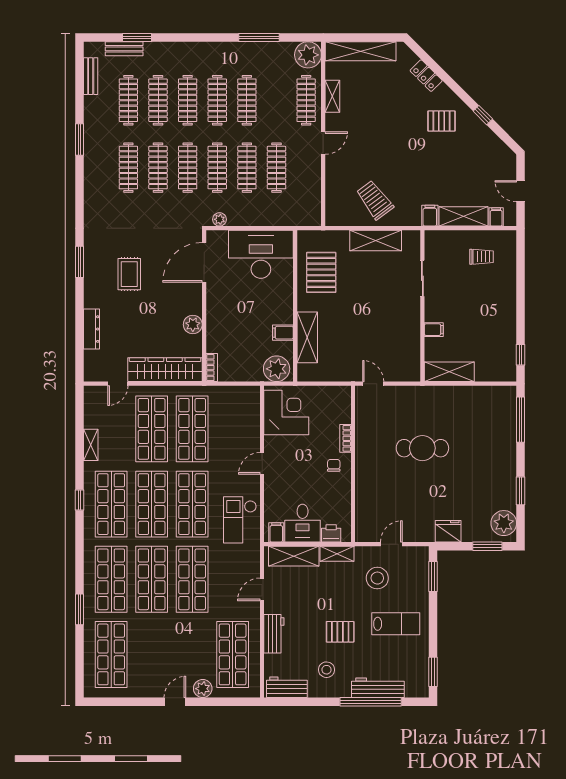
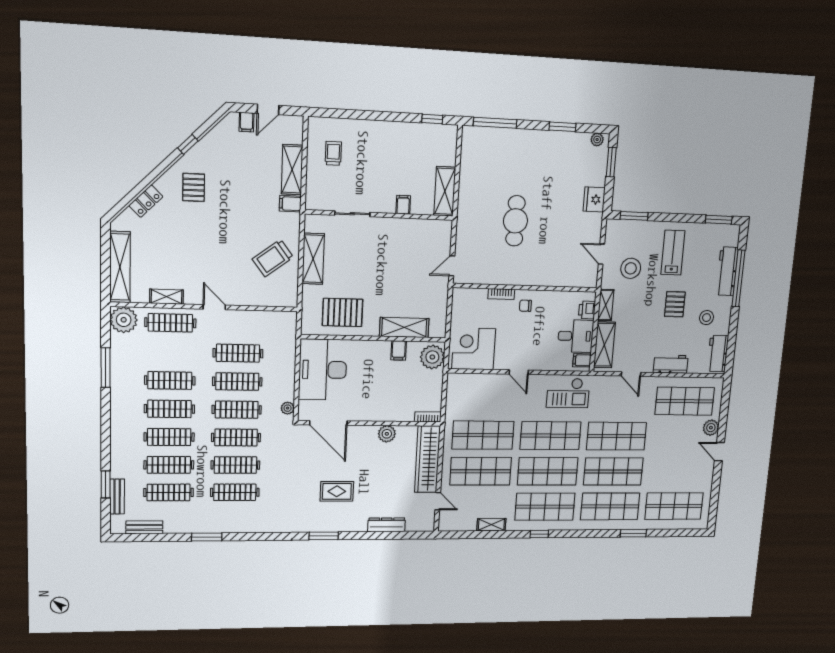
filing cabinet: (496, 217) -> (247, 122), moved, turned -90
plant: (504, 523) -> (597, 140), width x0.53, depth x0.53

